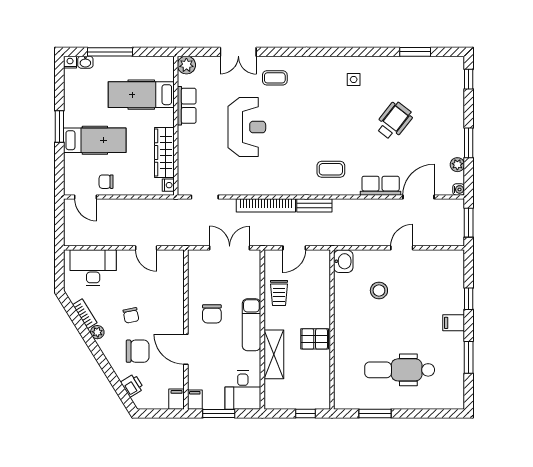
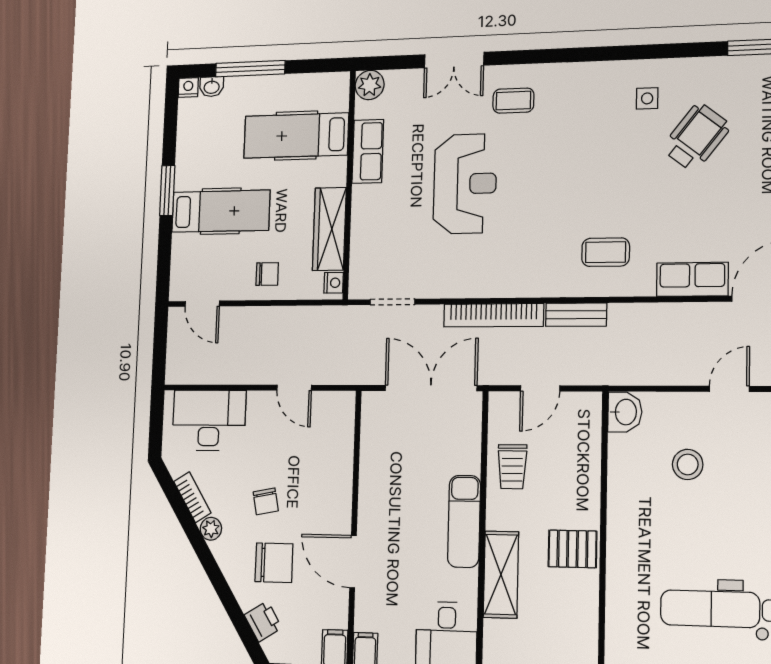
wheelchair: (394, 121) -> (696, 137), moved
chair: (106, 182) -> (267, 274), moved, turned 180
double door: (230, 248) -> (431, 388), width x1.37
chair: (212, 314) -> (398, 501), removed

